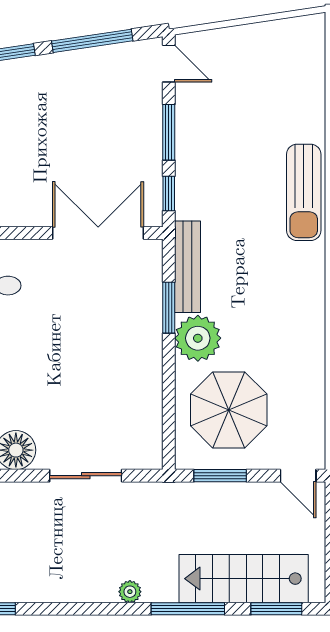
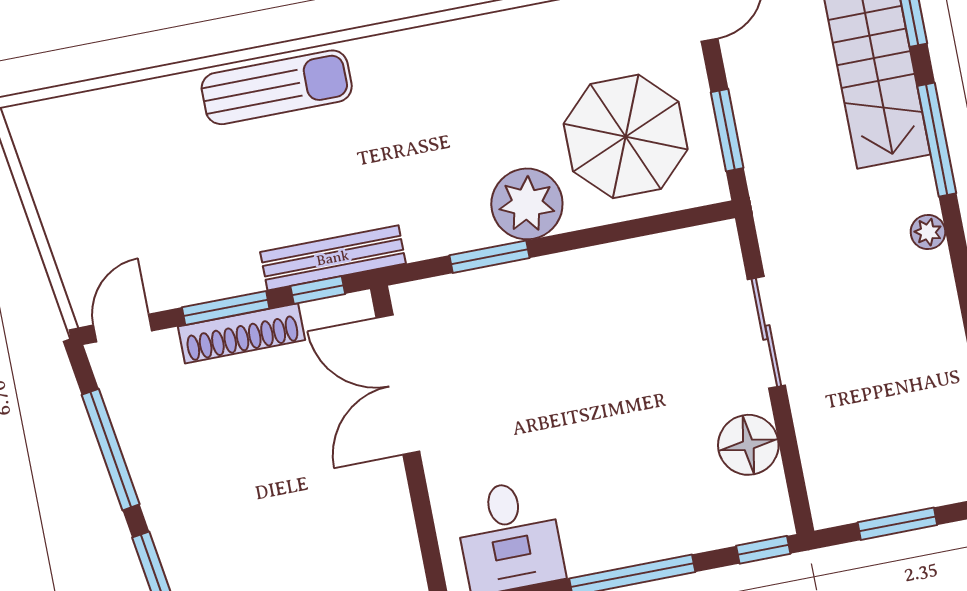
shoe rack: (150, 139) -> (242, 333), added
bench: (187, 267) -> (333, 258), moved

